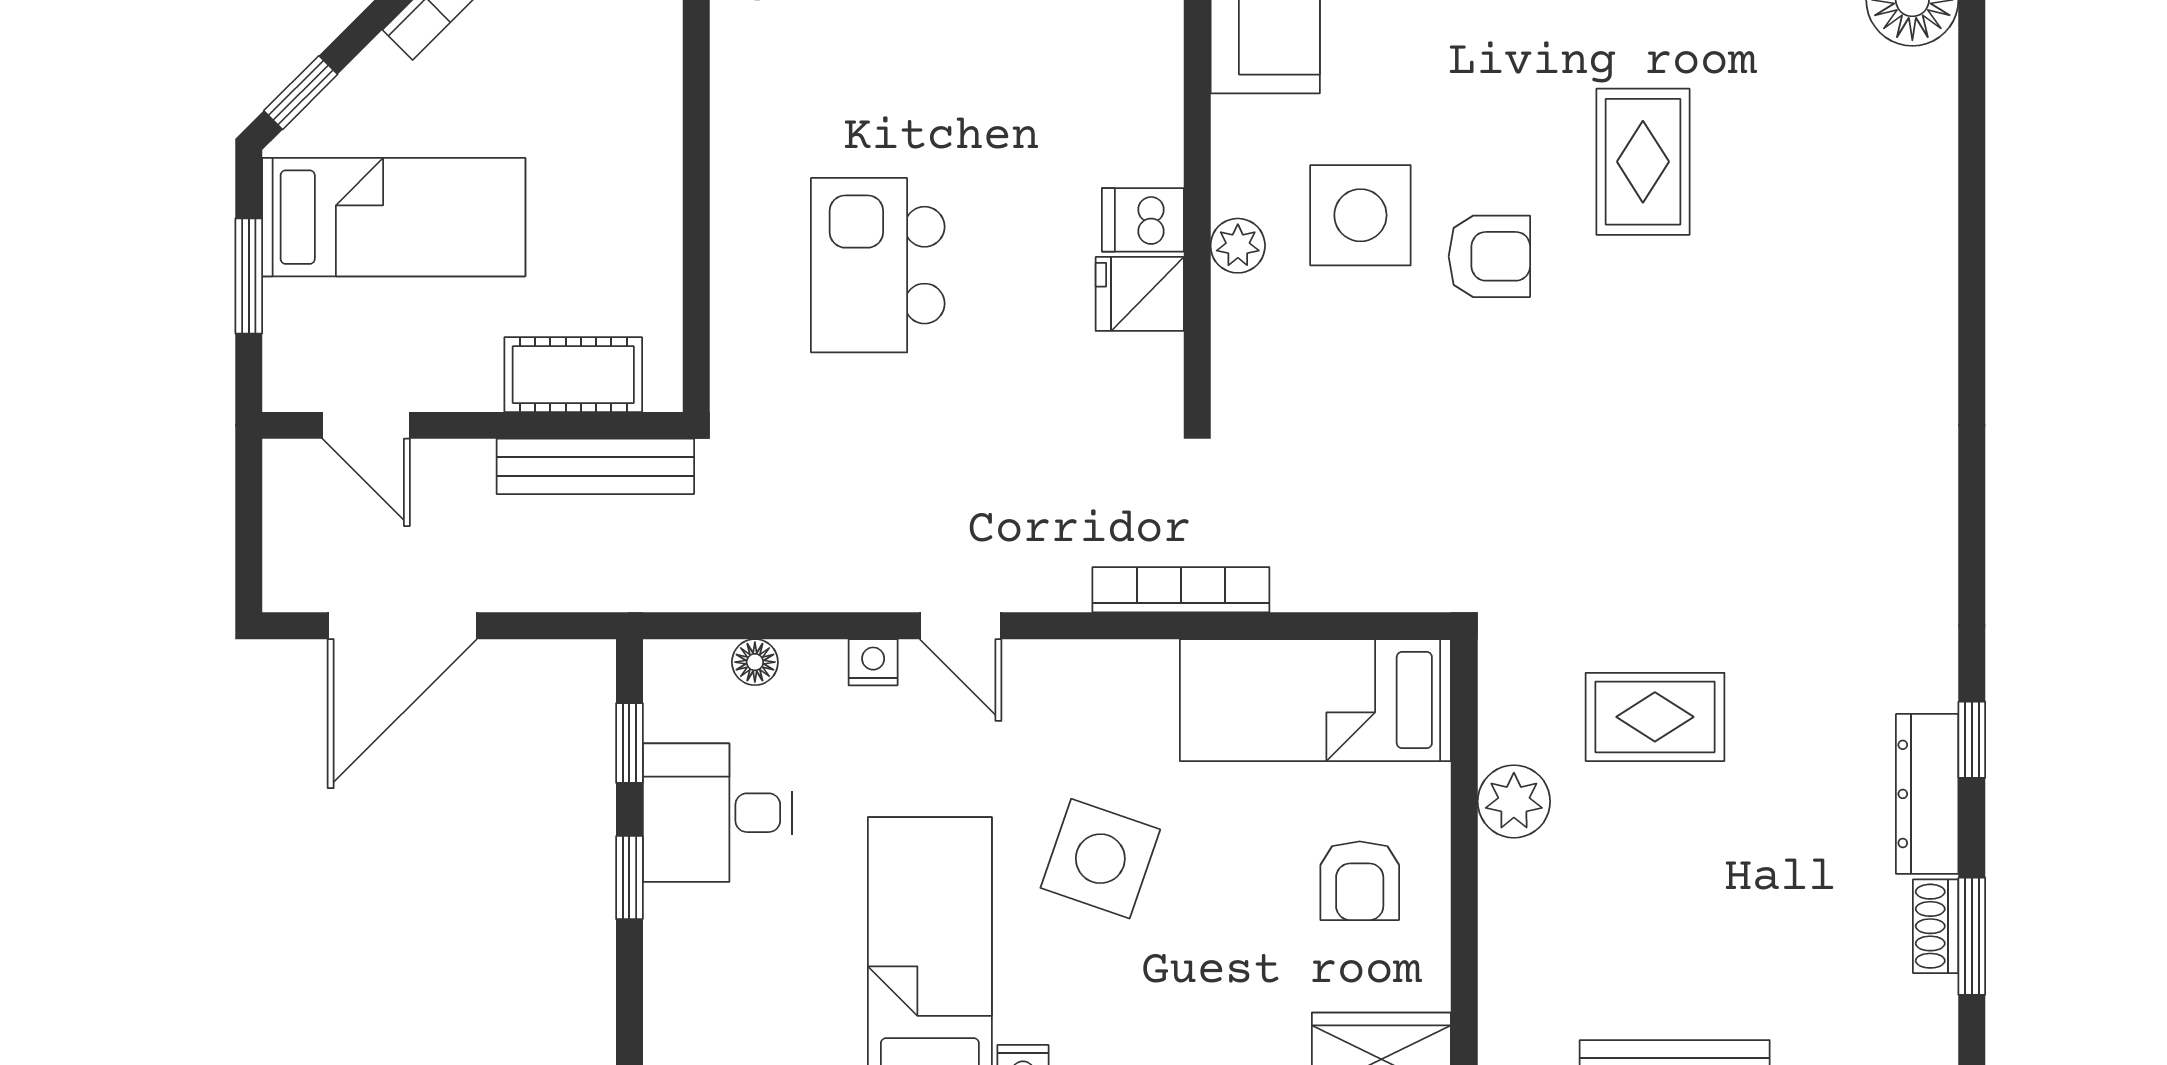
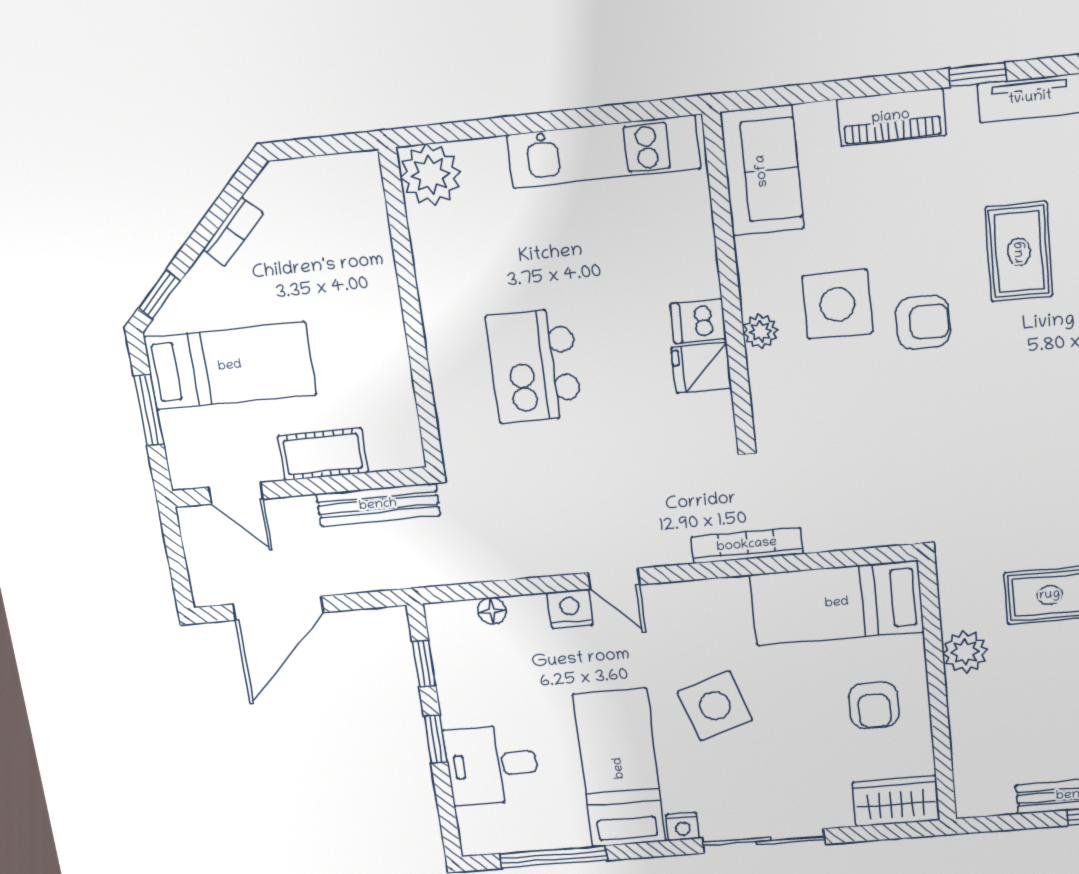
cot: (573, 375) -> (323, 454), moved
nightstand: (873, 662) -> (570, 609), width x1.39, depth x1.35
desk: (717, 813) -> (492, 765), moved
side table: (1100, 859) -> (715, 706), turned -37

